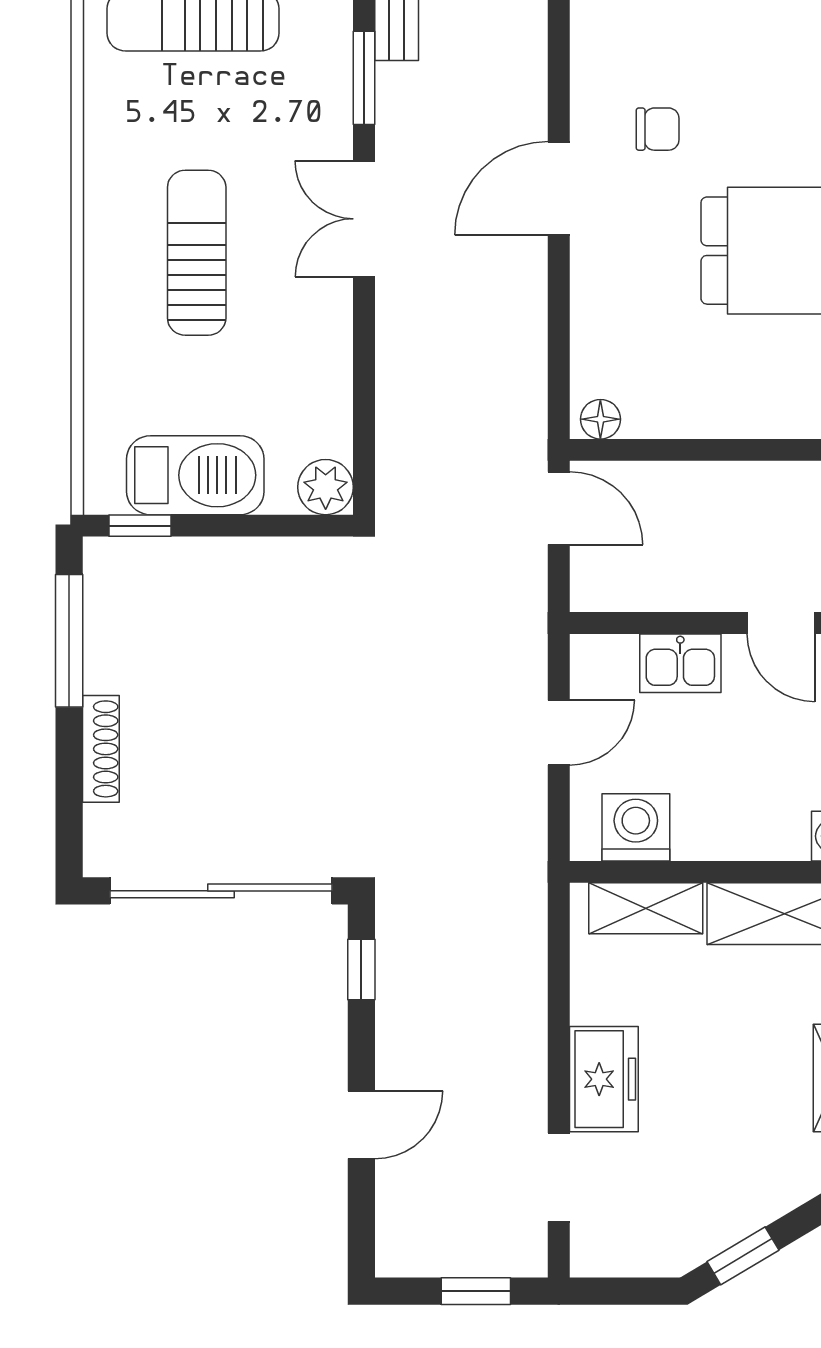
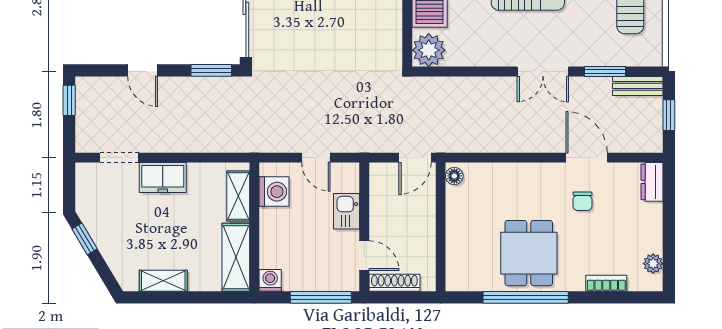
door: (559, 188) -> (587, 158), moved
double door: (364, 219) -> (543, 72), swing flipped
plant: (326, 487) -> (429, 50), width x1.36, depth x1.36
door: (781, 623) -> (364, 256), swing flipped
window: (361, 970) -> (211, 70), width x1.50
window: (476, 1291) -> (69, 100), moved

